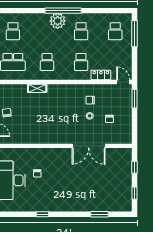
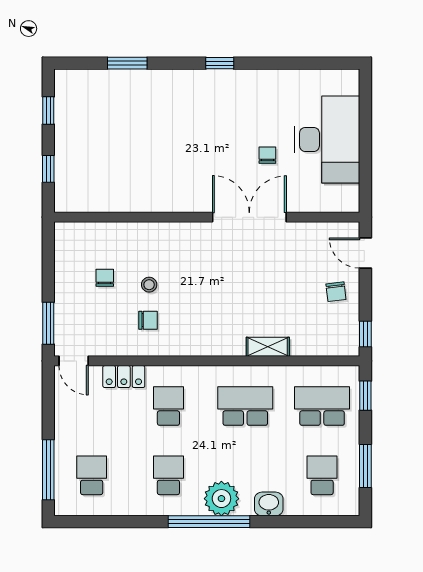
washbasin: (37, 18) -> (269, 504), added
school desk: (47, 62) -> (245, 406), width x1.85
double door: (89, 146) -> (249, 217), moved
window: (42, 214) -> (220, 63), moved

